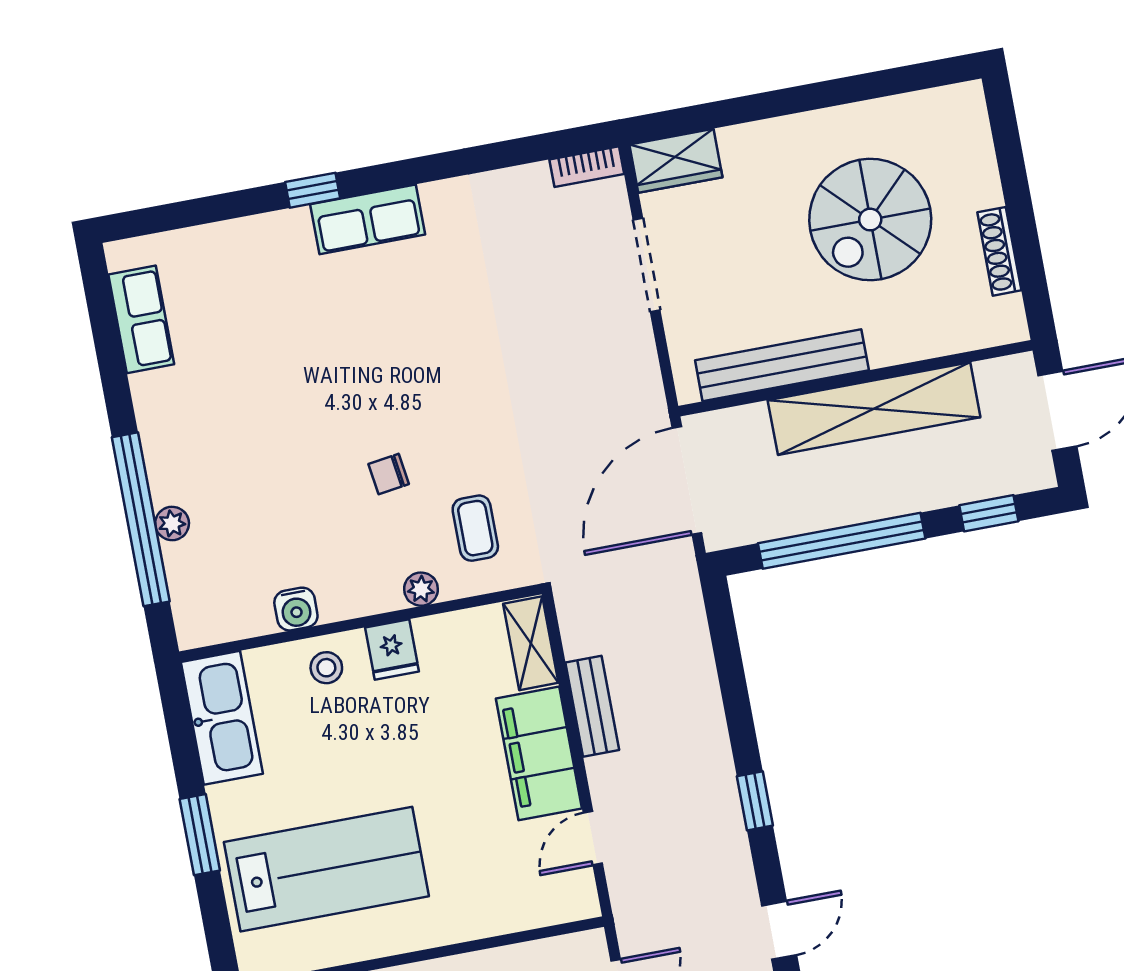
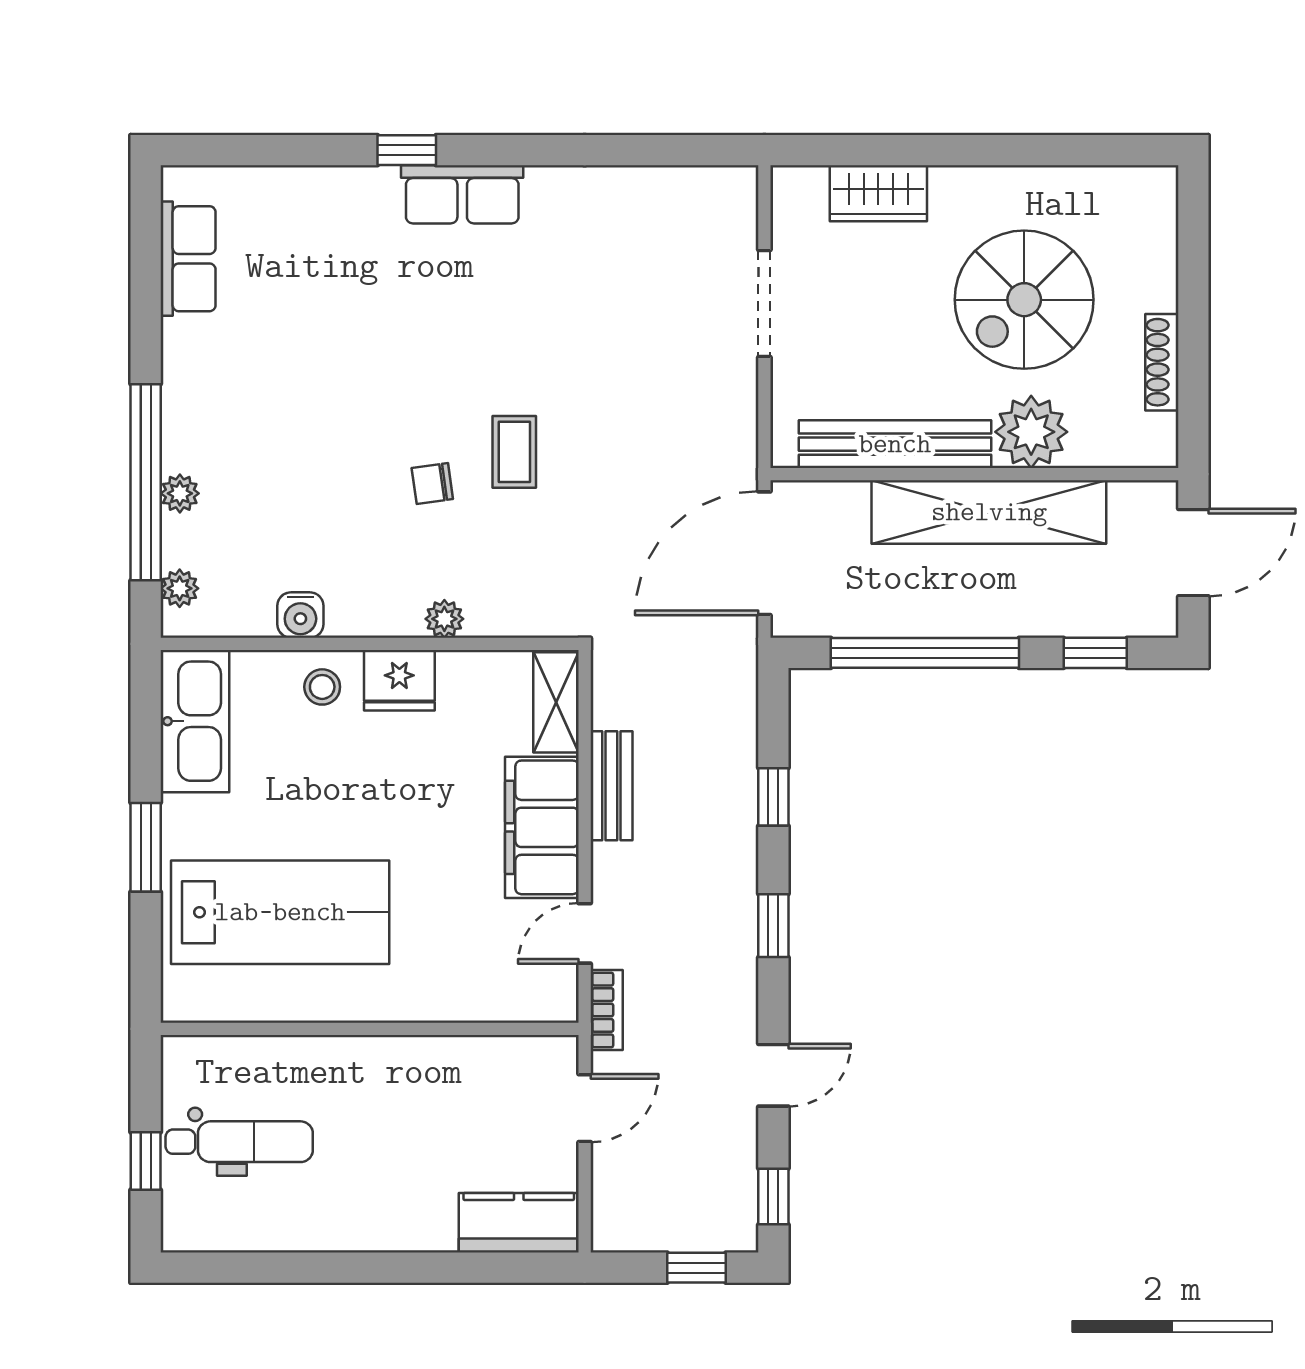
wardrobe: (676, 161) -> (878, 193), moved
bookcase: (587, 167) -> (607, 1010), moved, turned -90
plant: (898, 333) -> (1031, 432), added
coffee table: (475, 528) -> (514, 452), moved
plant: (187, 606) -> (180, 588), added
fridge: (392, 649) -> (399, 680), width x1.38
window: (734, 690) -> (773, 797), added

